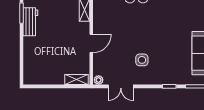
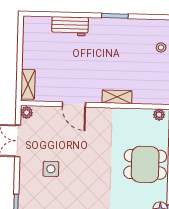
workbench: (30, 22) -> (70, 26), moved

